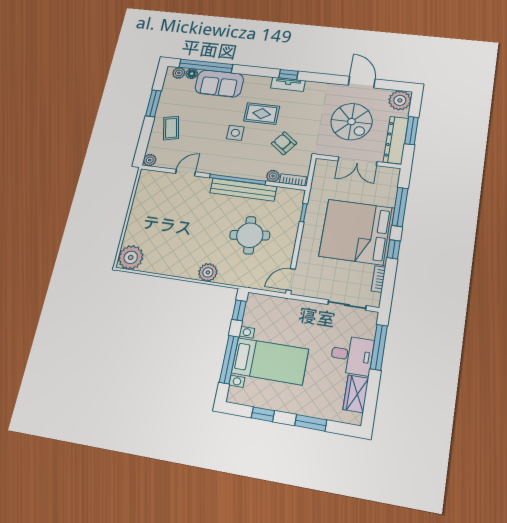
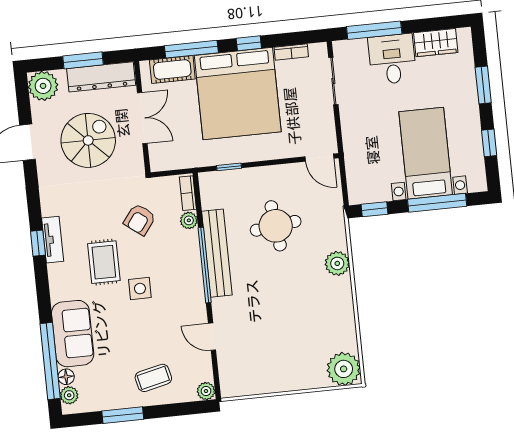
cot: (388, 190) -> (172, 70), added

